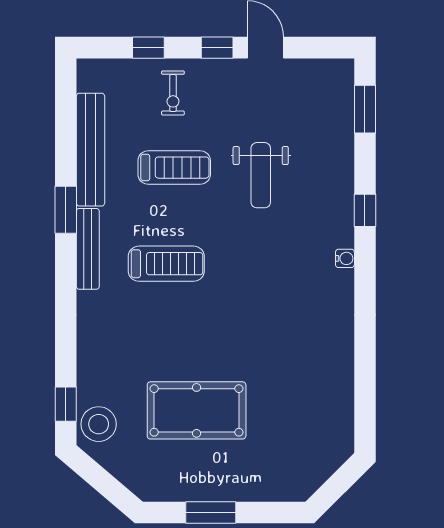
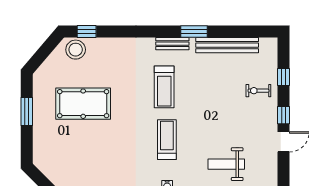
treadmill: (174, 168) -> (167, 140), moved, turned 180
weight bench: (261, 175) -> (226, 164), moved
bench: (88, 249) -> (172, 44), width x0.73
pool table: (197, 410) -> (83, 104), turned 90

